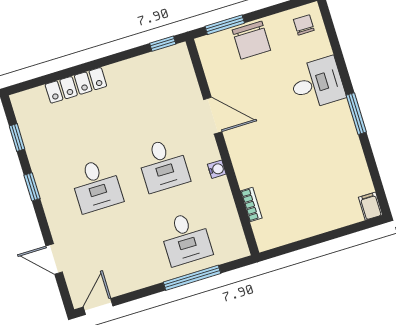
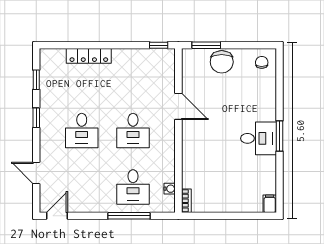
desk: (317, 83) -> (258, 138), moved
water cooler: (217, 169) -> (170, 189), moved
bookcase: (251, 204) -> (186, 201), moved

